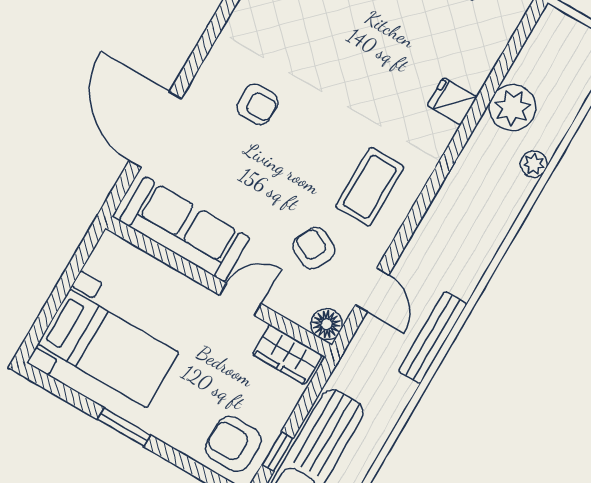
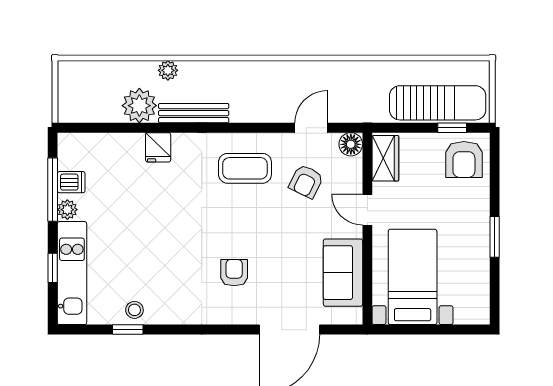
sofa: (185, 229) -> (343, 273), width x0.73
bench: (433, 338) -> (194, 113), moved
bed with nightstands: (108, 349) -> (413, 277), moved

